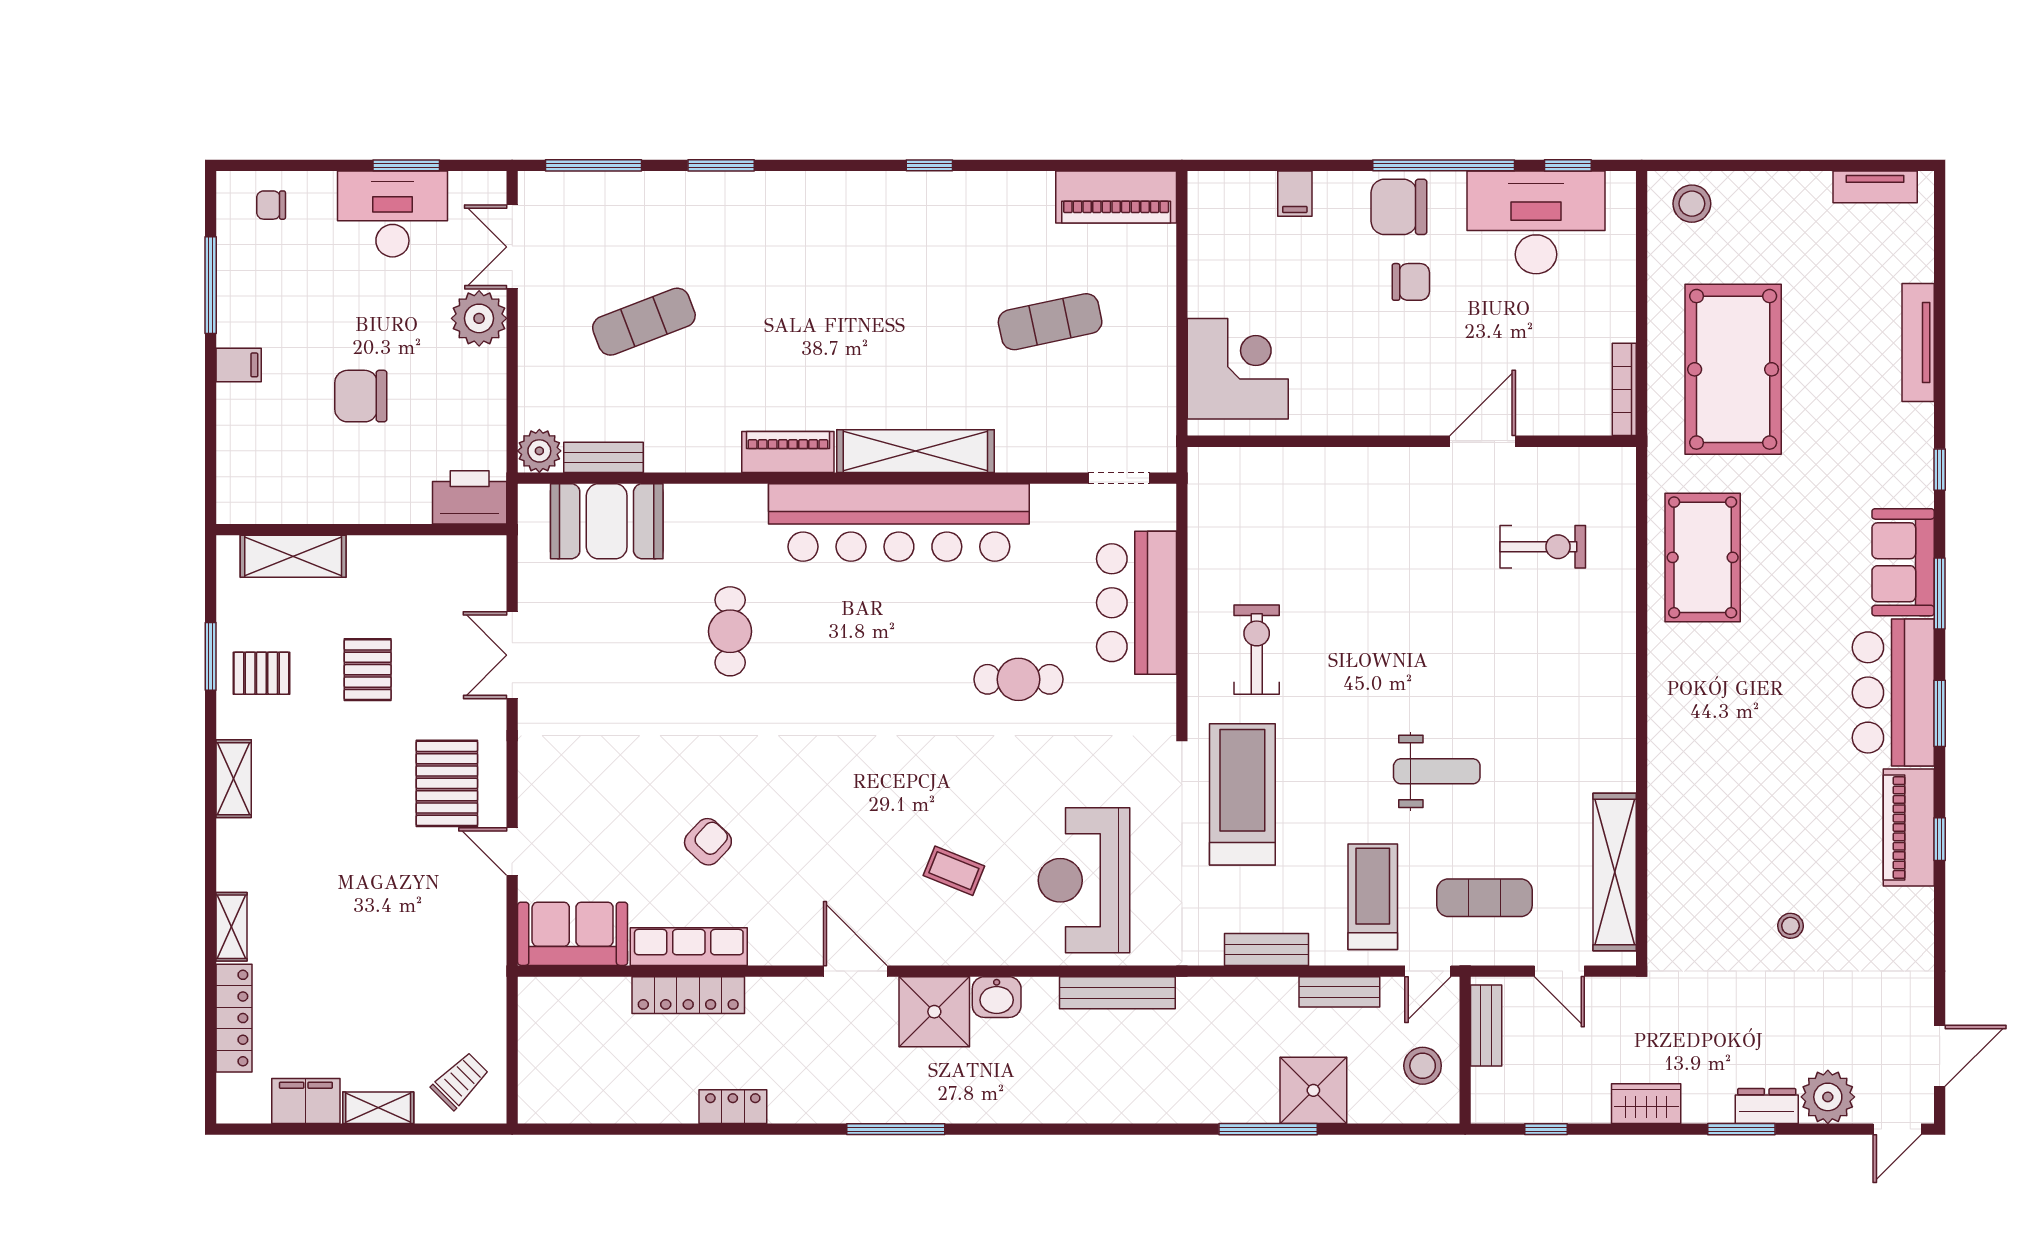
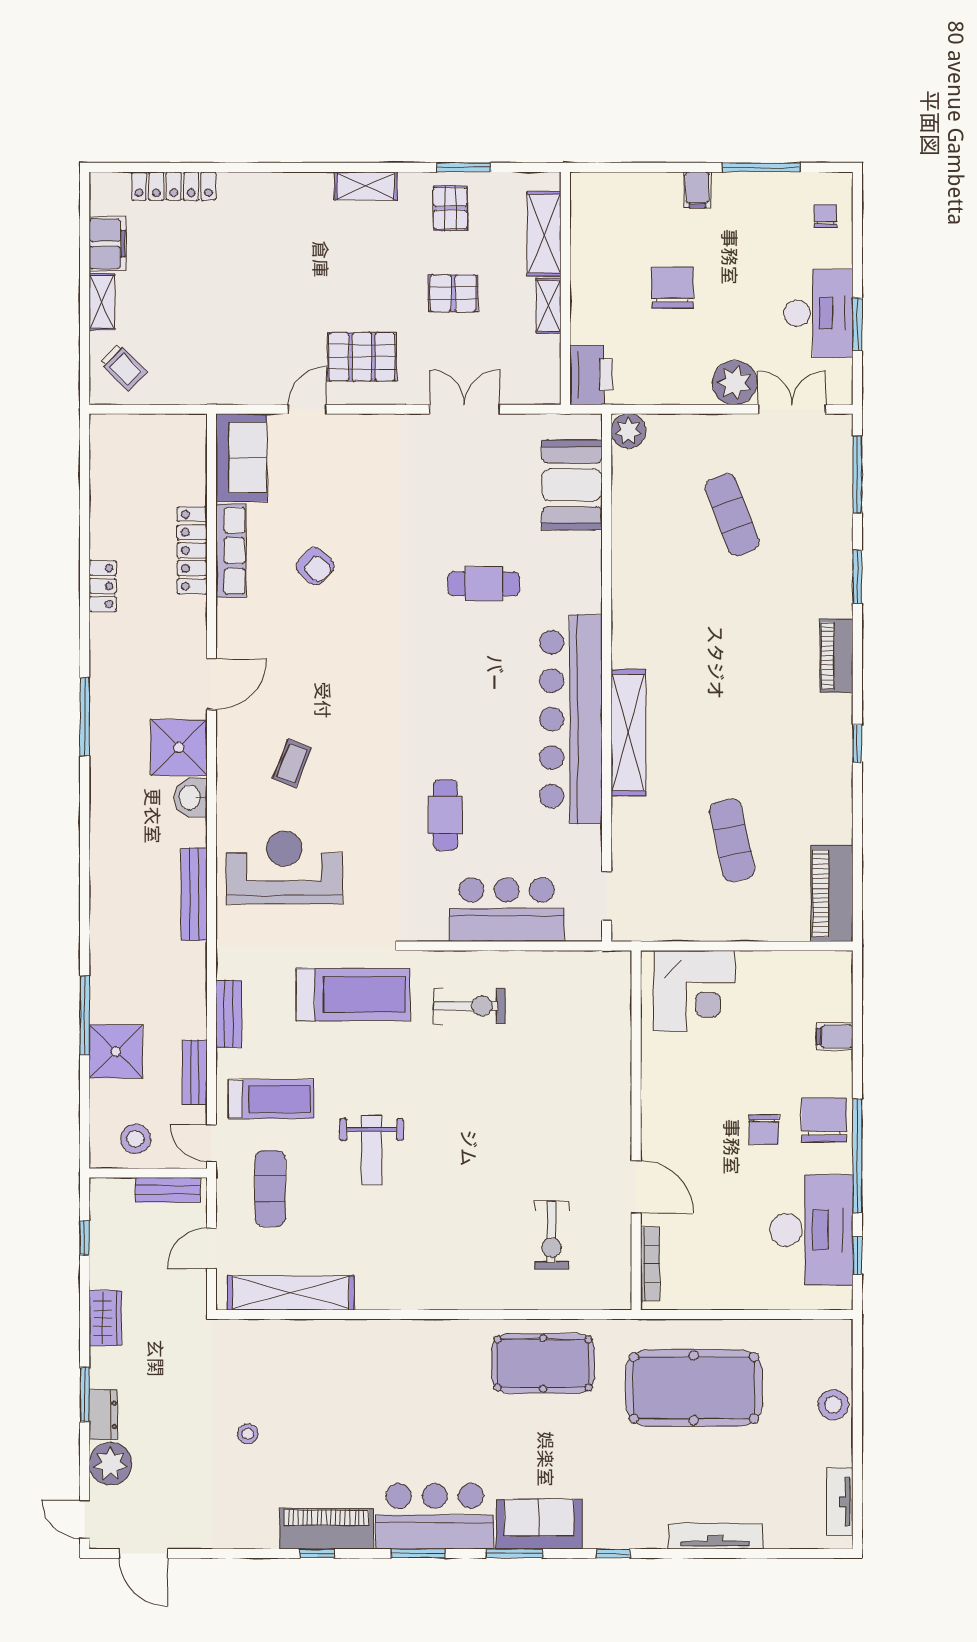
stool: (1692, 204) -> (833, 1405), moved
bookcase: (1624, 389) -> (650, 1264), moved, turned 90
piano: (788, 452) -> (836, 656), moved, turned 180
bench: (604, 457) -> (623, 482), removed
shelving: (231, 927) -> (549, 306), moved, turned 90

